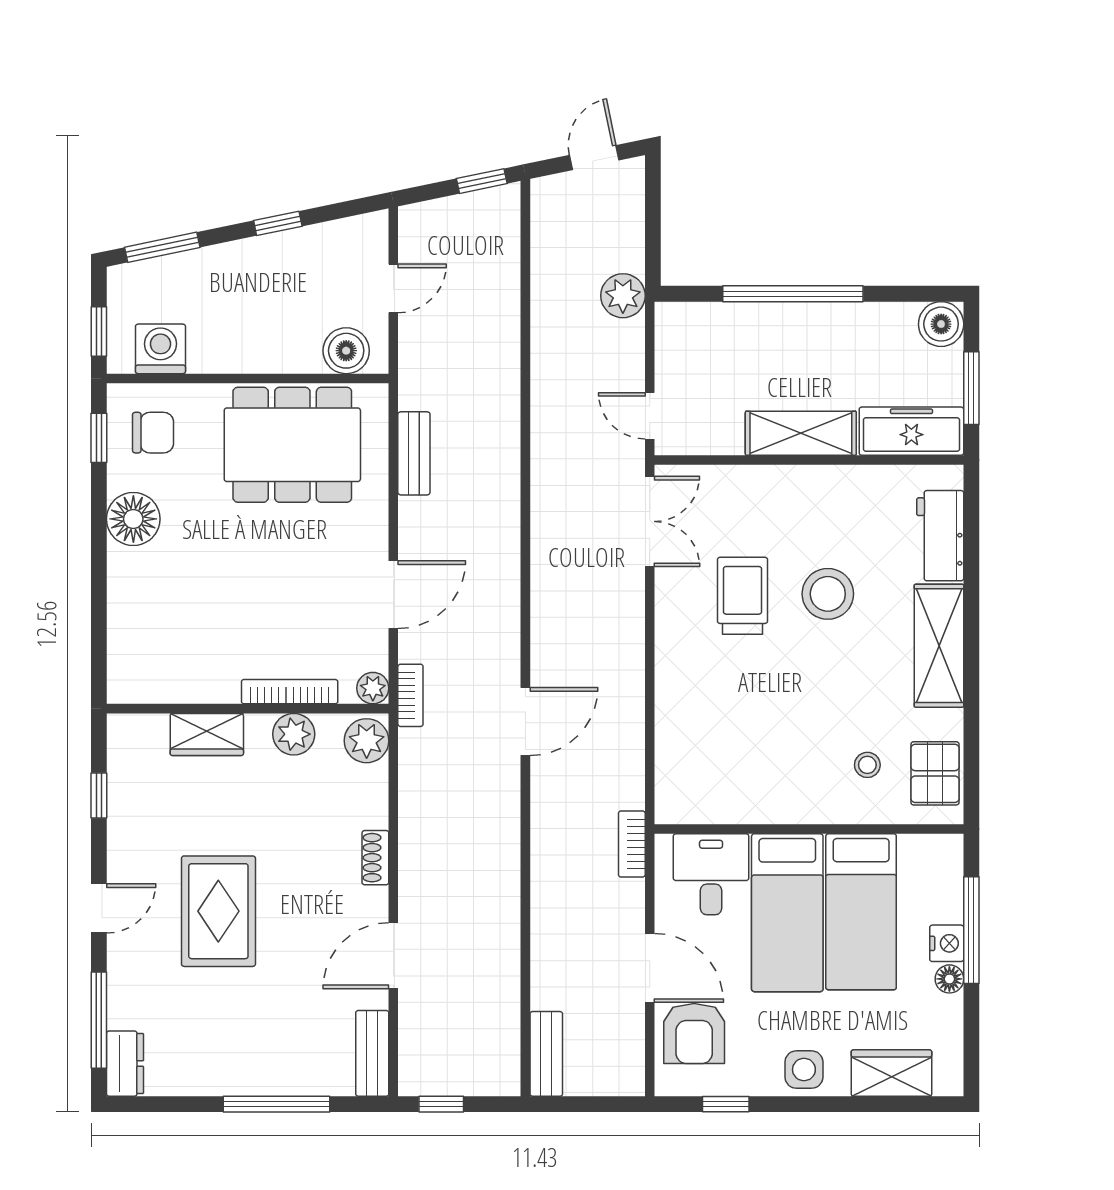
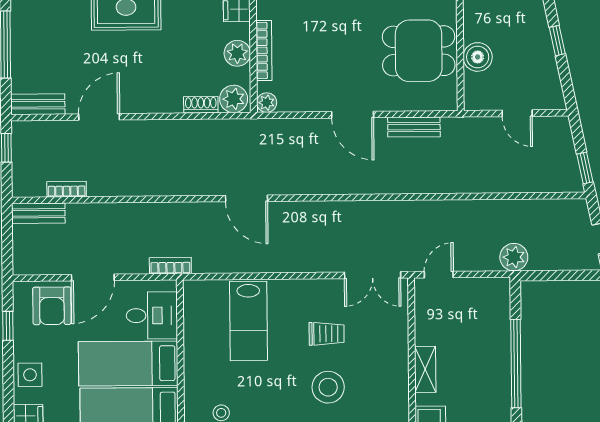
boiler: (346, 351) -> (478, 57), moved
shelving: (801, 433) -> (425, 369), width x0.67, depth x0.75
dining table: (292, 445) -> (419, 51), width x0.73
door: (393, 595) -> (353, 115), moved
trolley: (742, 596) -> (327, 334), width x0.73, depth x0.72
bookcase: (410, 695) -> (67, 189), moved, turned 180
lab bench: (721, 720) -> (248, 321), added
shoe rack: (375, 858) -> (201, 105), moved
door: (393, 956) -> (99, 117), hinge flipped
armchair: (694, 1034) -> (52, 306), turned -90

